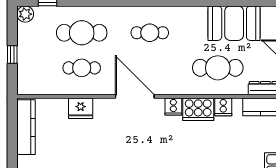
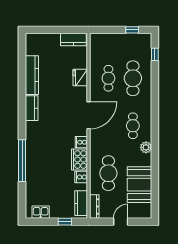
plant: (25, 14) -> (146, 147), moved
window: (12, 54) -> (132, 30), moved
kitchen counter: (26, 127) -> (73, 39), width x0.67

